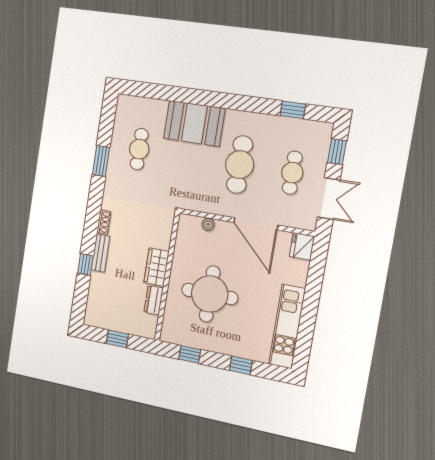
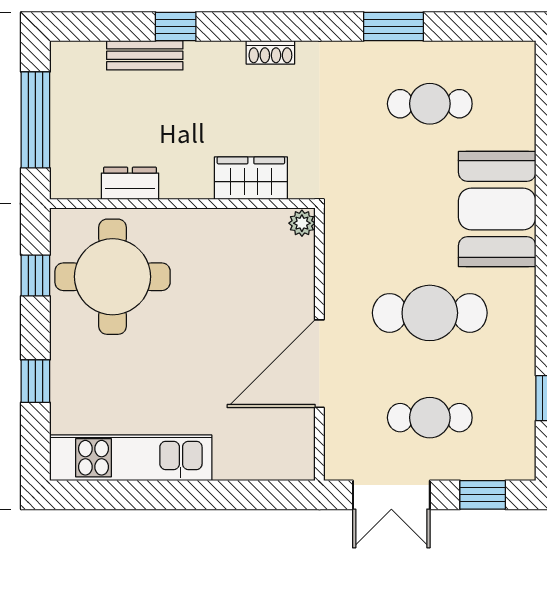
plant: (208, 225) -> (302, 223), moved
fridge: (302, 246) -> (291, 460), removed
bench: (100, 253) -> (145, 55), moved
wardrobe: (156, 267) -> (251, 178), moved
round table: (210, 294) -> (113, 277), moved
window: (117, 339) -> (35, 120), width x2.17

